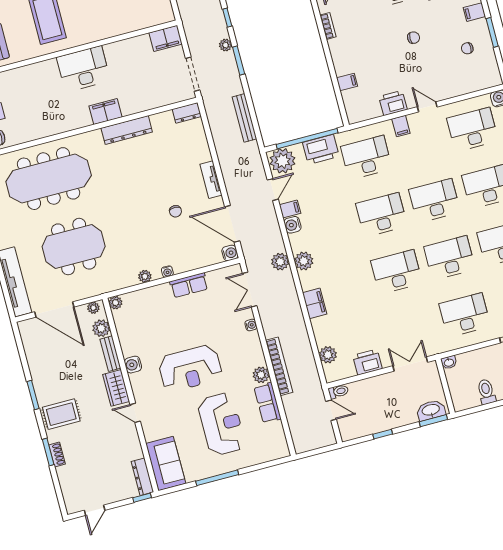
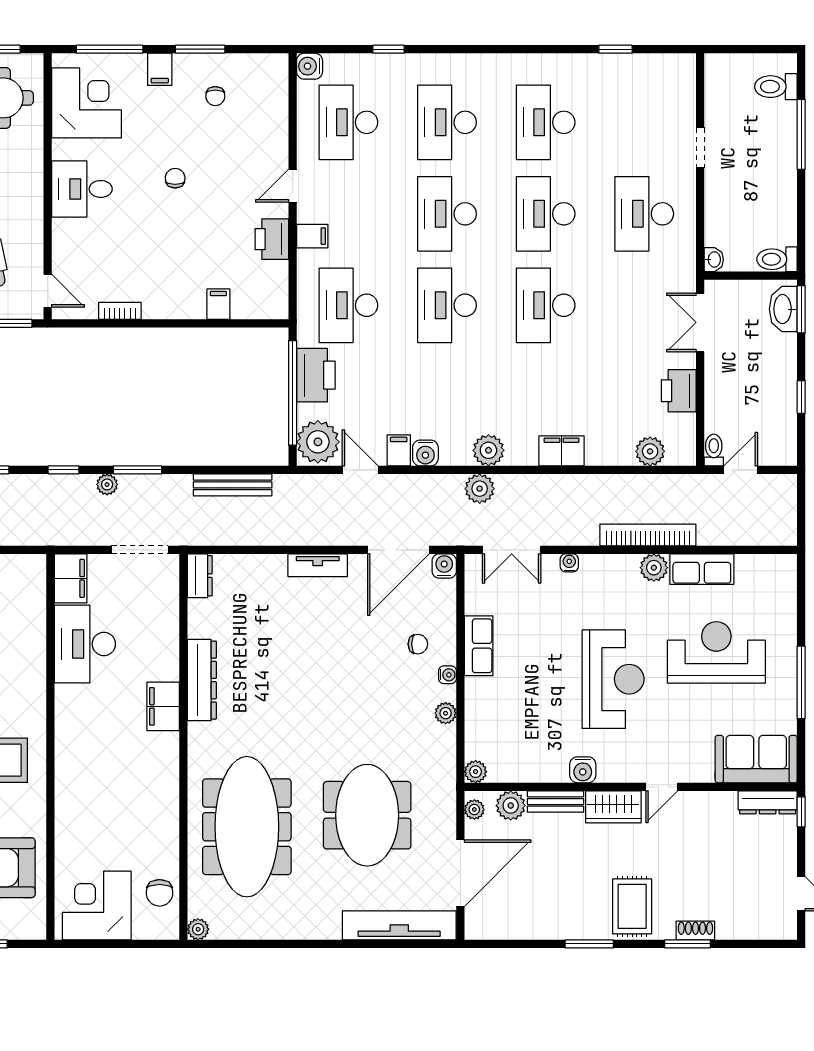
desk: (83, 69) -> (85, 644), moved
chair: (175, 211) -> (418, 644), moved
toilet: (486, 392) -> (777, 259), moved

